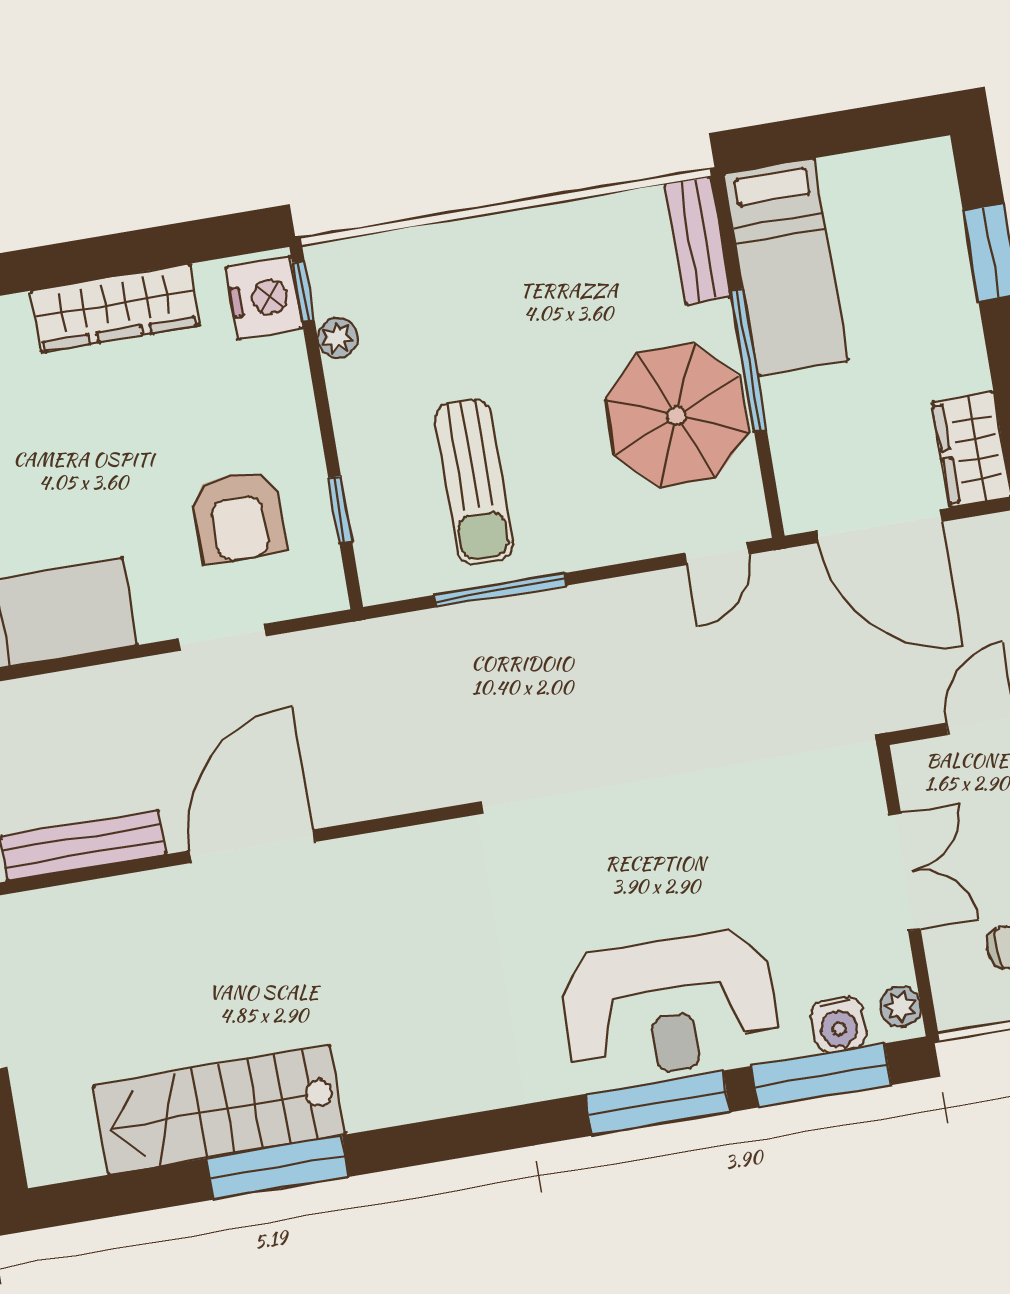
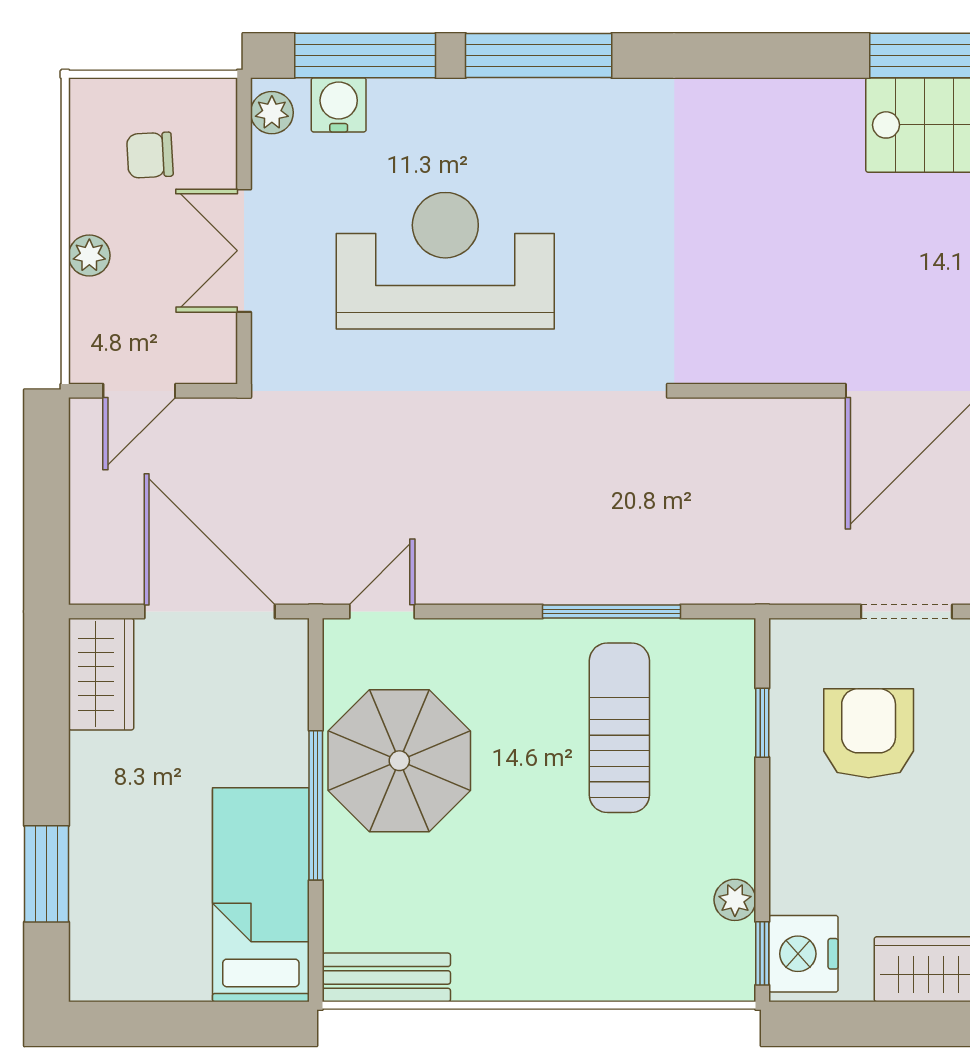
bench: (698, 240) -> (386, 977), moved, turned 90
reception desk: (669, 1005) -> (445, 261), moved

